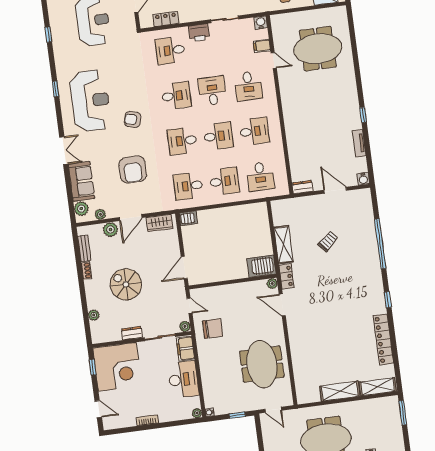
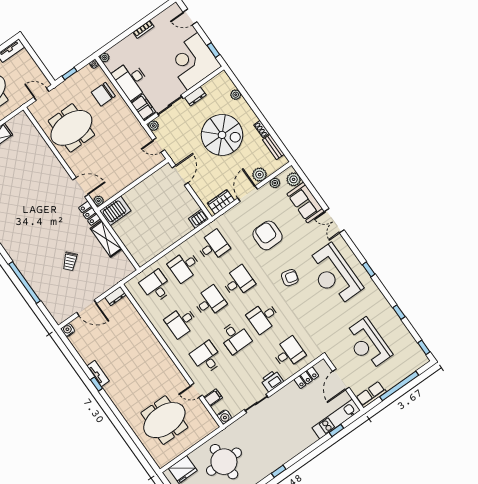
desk: (218, 136) -> (210, 302), turned 180
tv unit: (359, 143) -> (98, 374), moved
spiral stairs: (126, 284) -> (222, 135), width x1.37, depth x1.37
chair: (213, 329) -> (103, 94), moved
meeting table: (262, 364) -> (71, 128), turned 90

